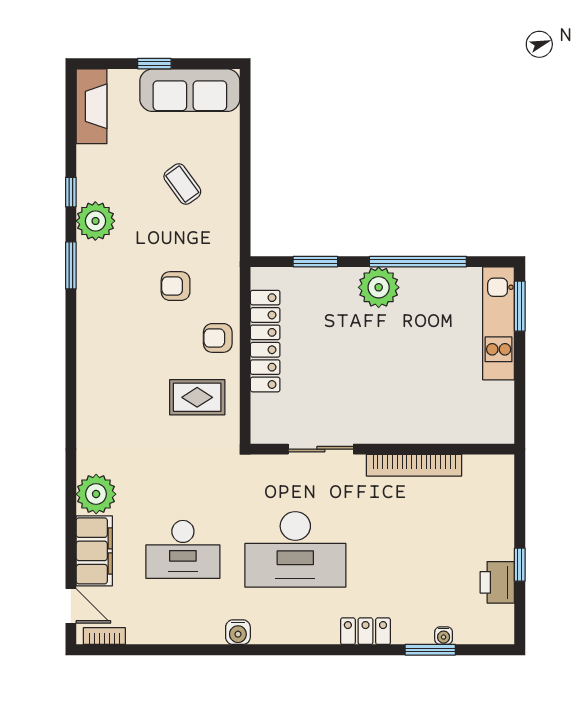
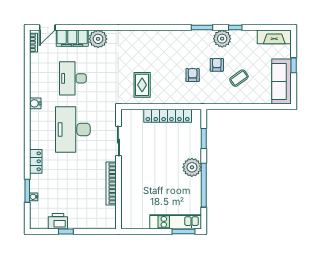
armchair: (218, 338) -> (217, 65), moved

